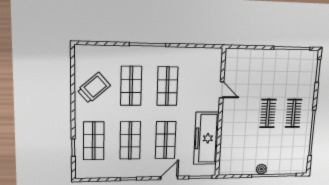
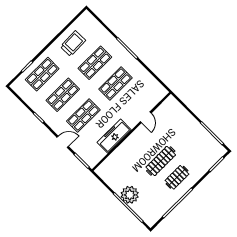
trolley: (94, 88) -> (73, 43), turned -51
clothes rail: (268, 113) -> (161, 161), width x1.36
freezer: (206, 138) -> (114, 136), width x0.73, depth x0.79
plant: (261, 169) -> (130, 195), width x1.88, depth x1.88

